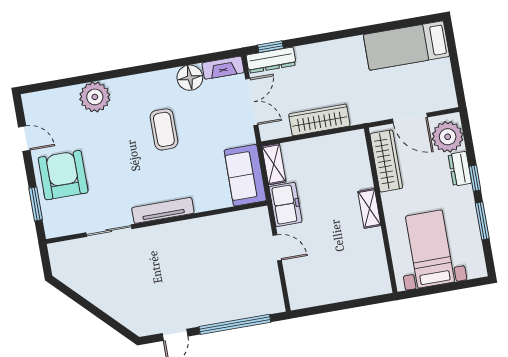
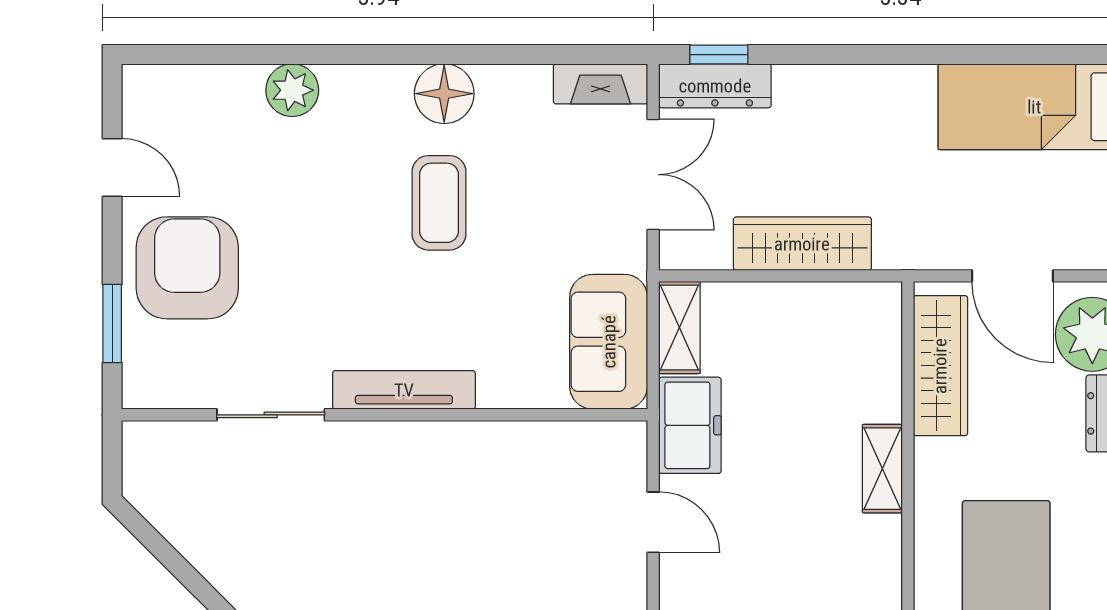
floor lamp: (190, 78) -> (444, 94), moved
plant: (95, 97) -> (292, 90), width x0.73, depth x0.73

